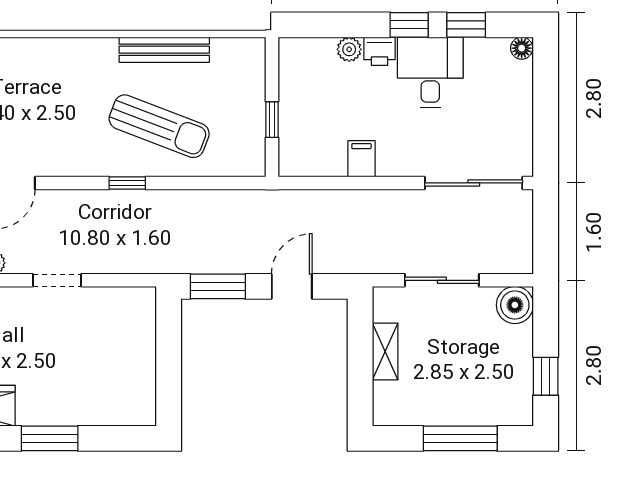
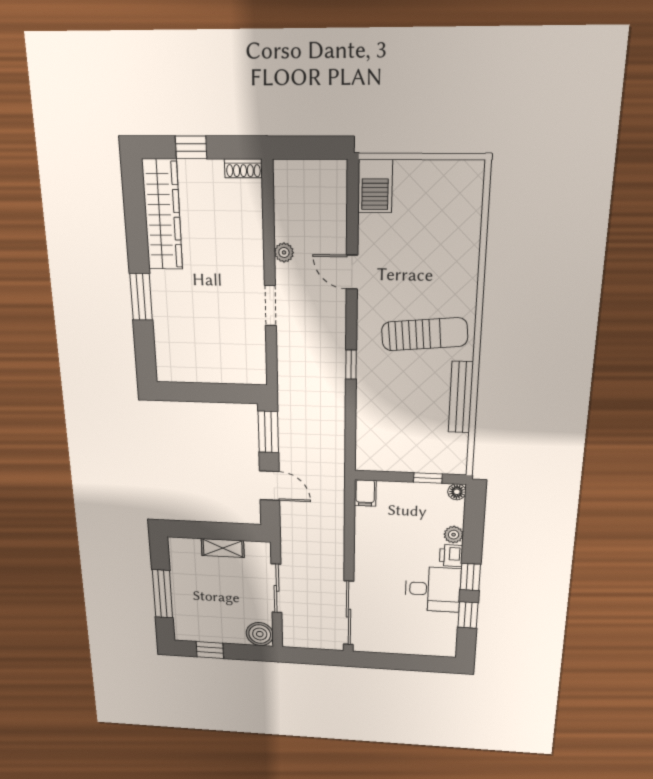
floor lamp: (522, 48) -> (457, 492), moved
window: (272, 120) -> (428, 478), moved
sun lounger: (159, 126) -> (425, 334), moved, turned -116
filing cabinet: (361, 159) -> (365, 493), moved, turned 90

